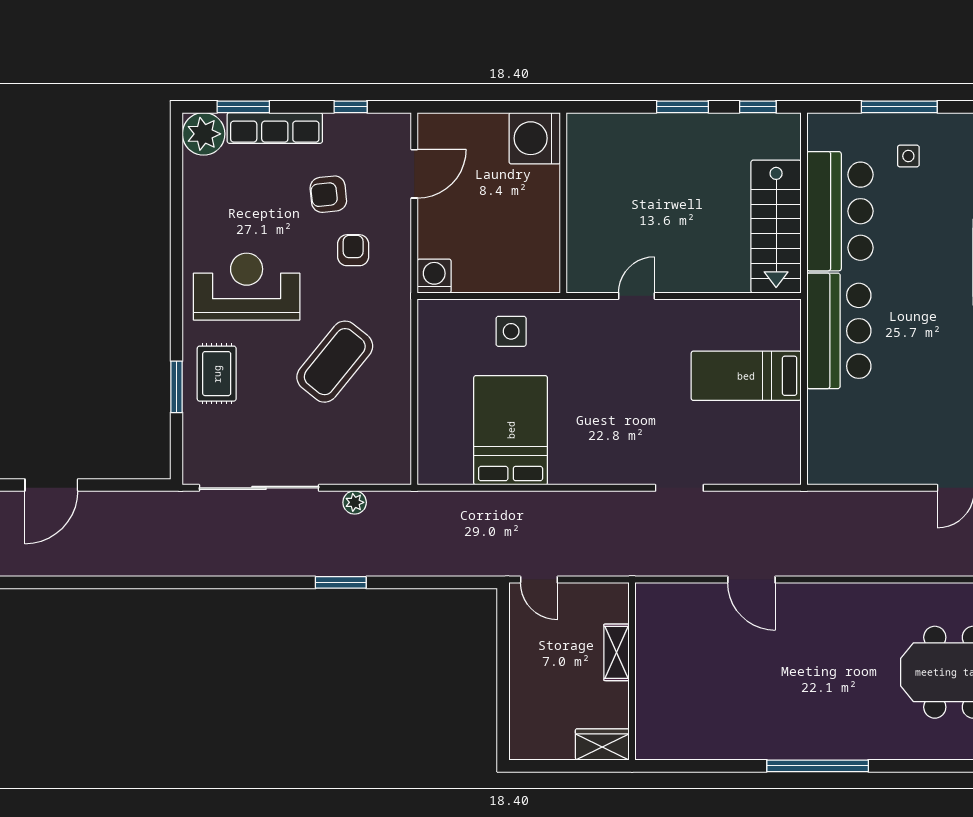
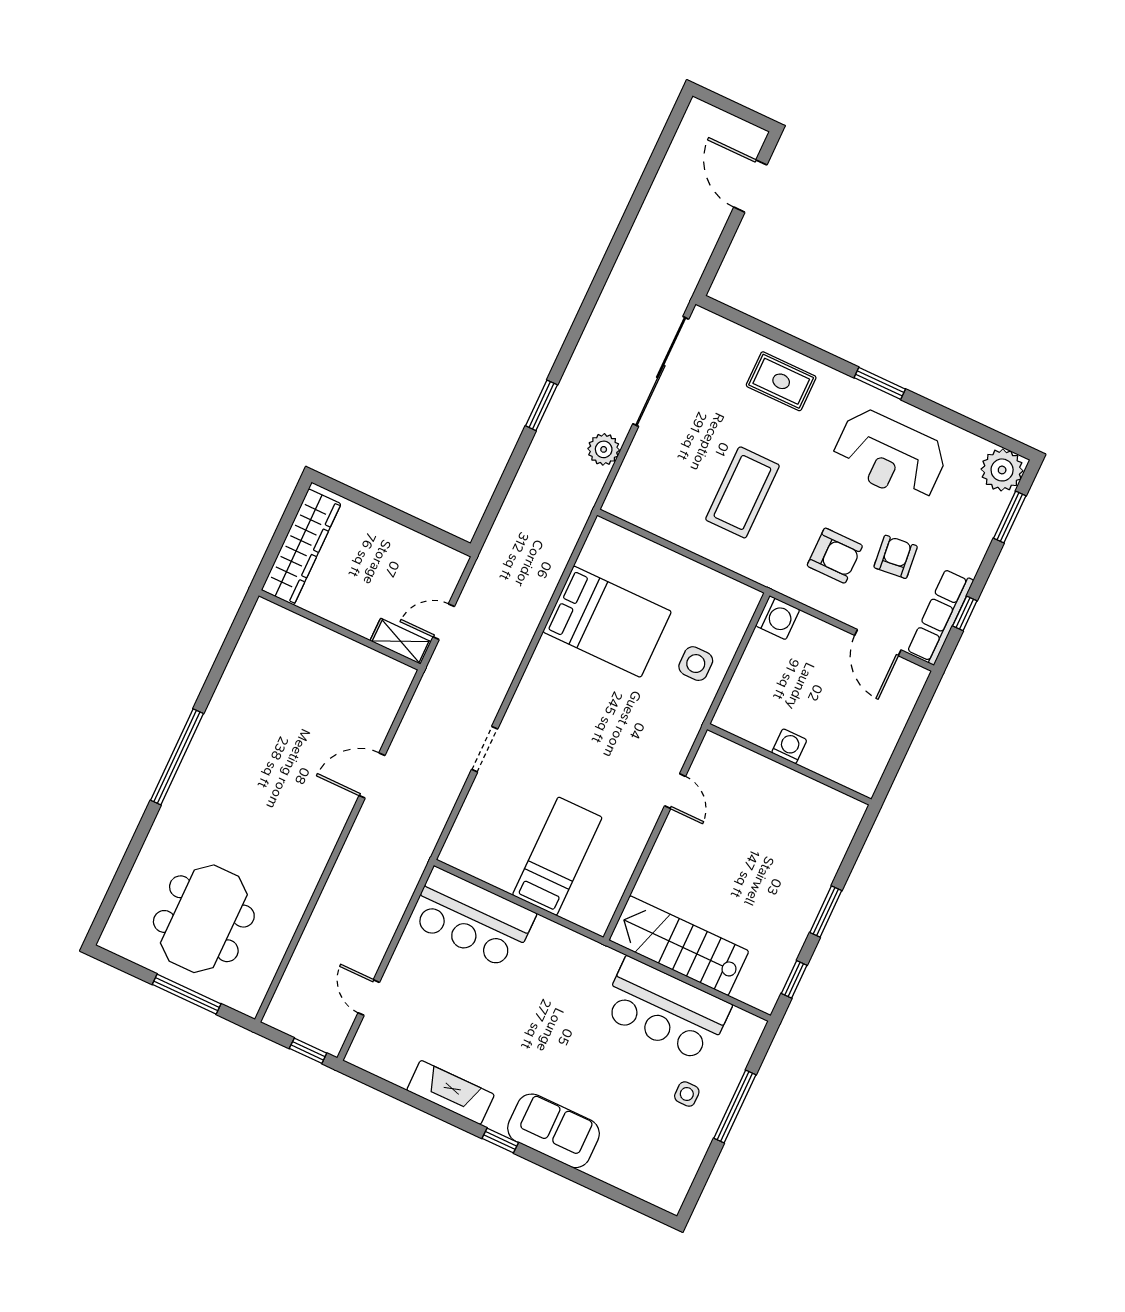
row of seats: (275, 128) -> (940, 616), moved
washing machine: (535, 138) -> (789, 746), moved, width x0.53, depth x0.53
armchair: (353, 250) -> (835, 556), width x1.38, depth x1.38
reception desk: (247, 287) -> (890, 455), moved, turned 90
bar counter: (839, 331) -> (472, 918), moved
coffee table: (335, 362) -> (742, 492), turned 51
window: (177, 387) -> (880, 383), moved
plant: (355, 502) -> (604, 449), width x1.38, depth x1.38
door: (539, 580) -> (444, 622), moved
shelving: (617, 652) -> (401, 641), moved
wardrobe: (602, 744) -> (301, 547), width x2.10, depth x1.17

